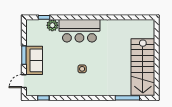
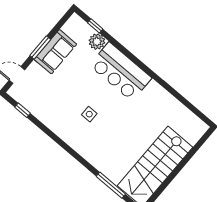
sofa: (34, 60) -> (55, 52), moved

